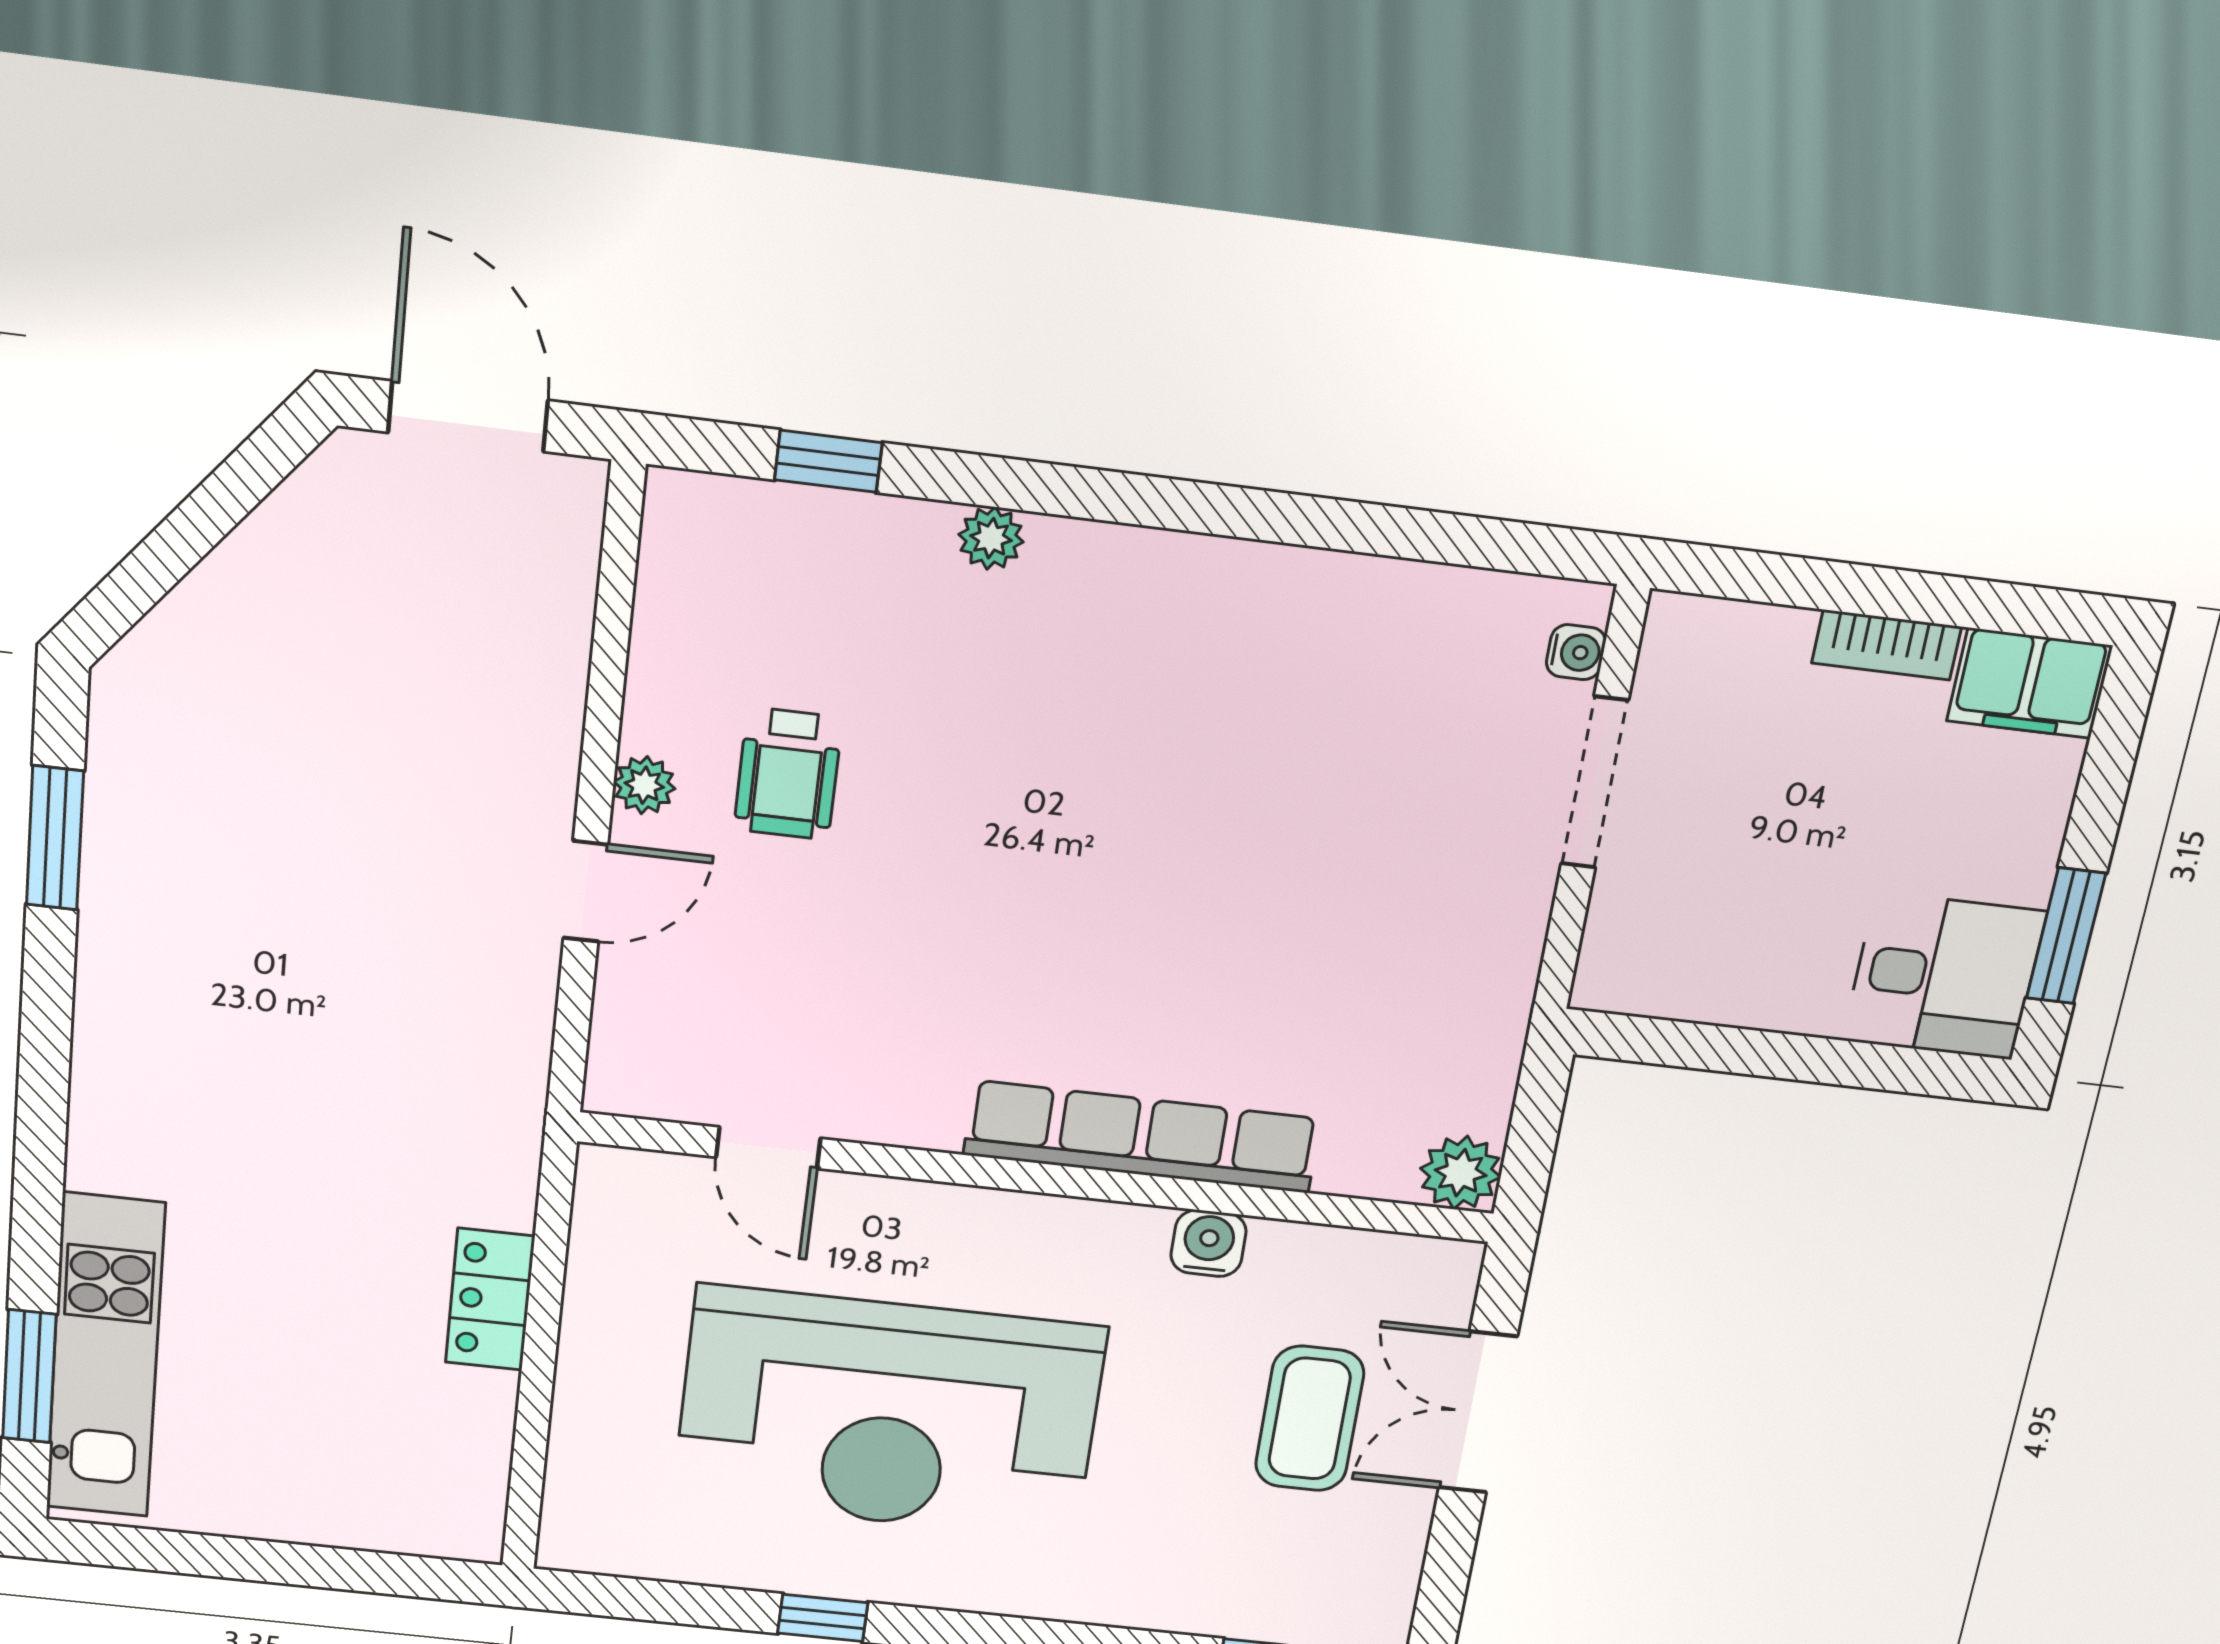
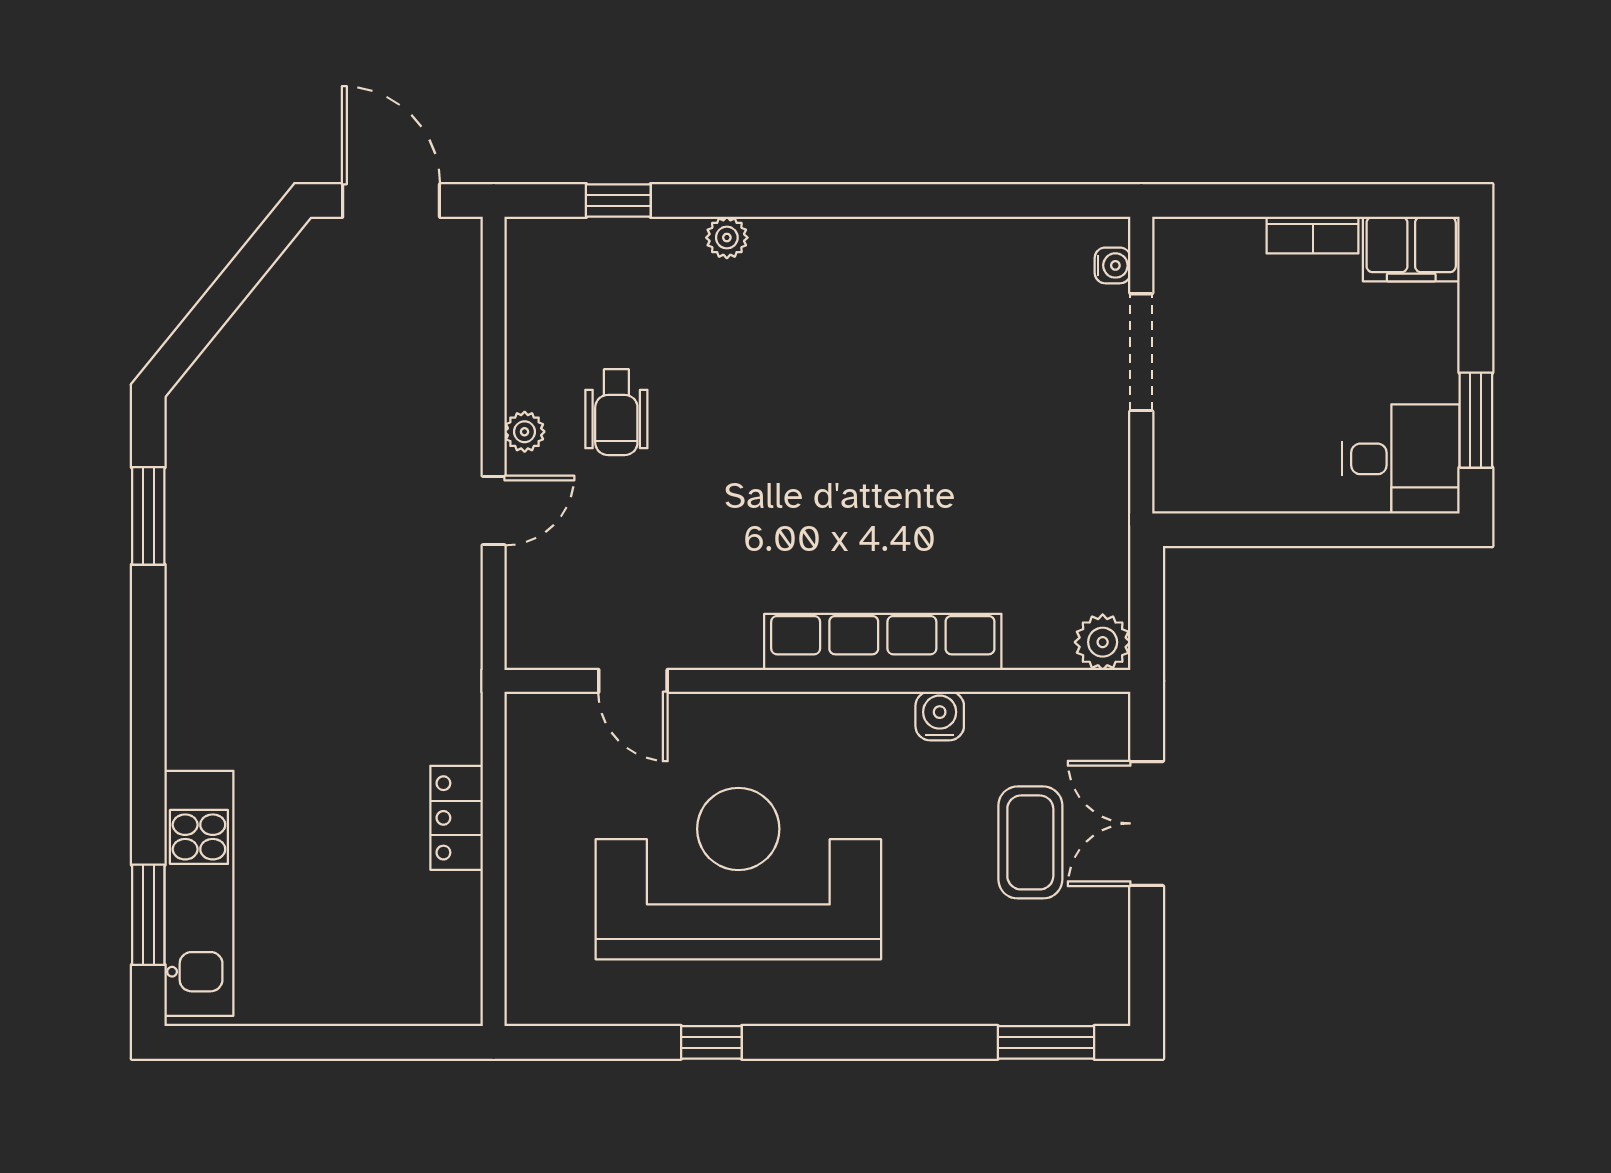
reception desk: (889, 1414) -> (738, 874), turned 180

